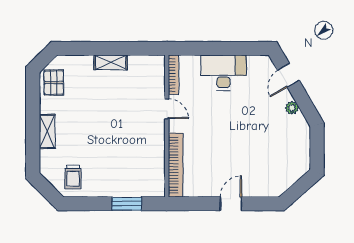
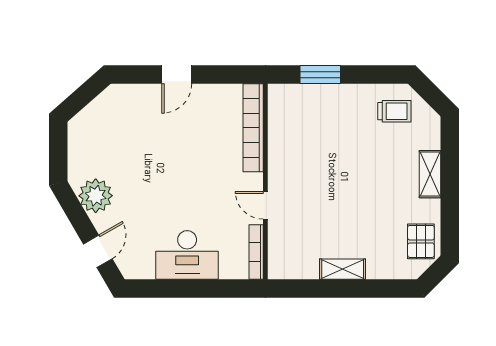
plant: (292, 108) -> (96, 196), width x1.88, depth x1.88
trolley: (73, 177) -> (394, 111), turned 90

